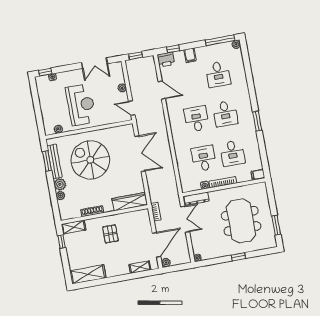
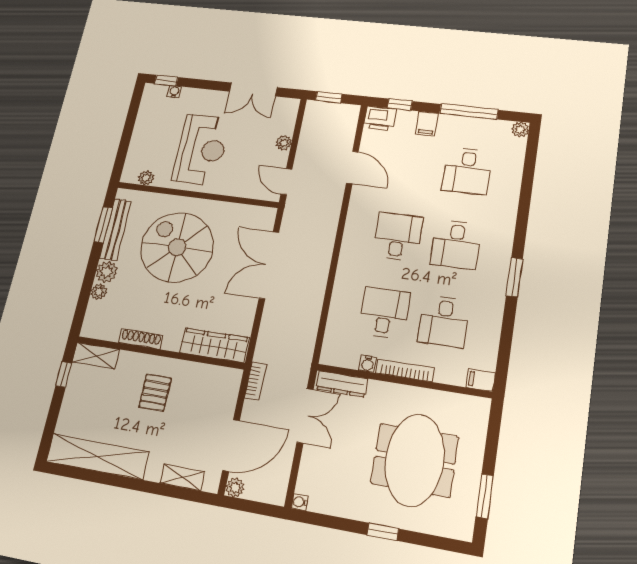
window: (220, 40) -> (469, 112), moved
double door: (140, 154) -> (269, 265), swing flipped
shelving: (88, 274) -> (97, 456), width x1.47

